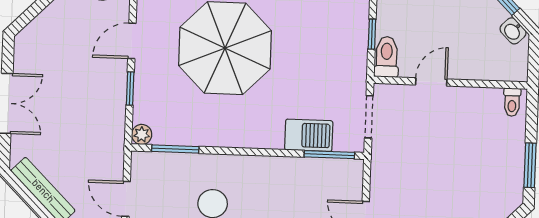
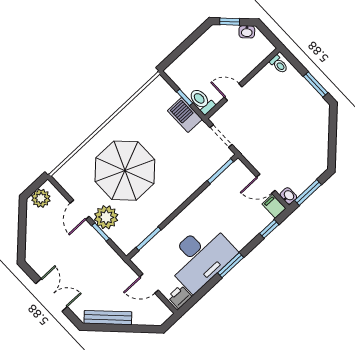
door: (431, 82) -> (233, 92), hinge flipped
plant: (142, 134) -> (106, 217), moved, width x1.87, depth x1.87
barbecue: (309, 135) -> (185, 115), moved, turned -90

